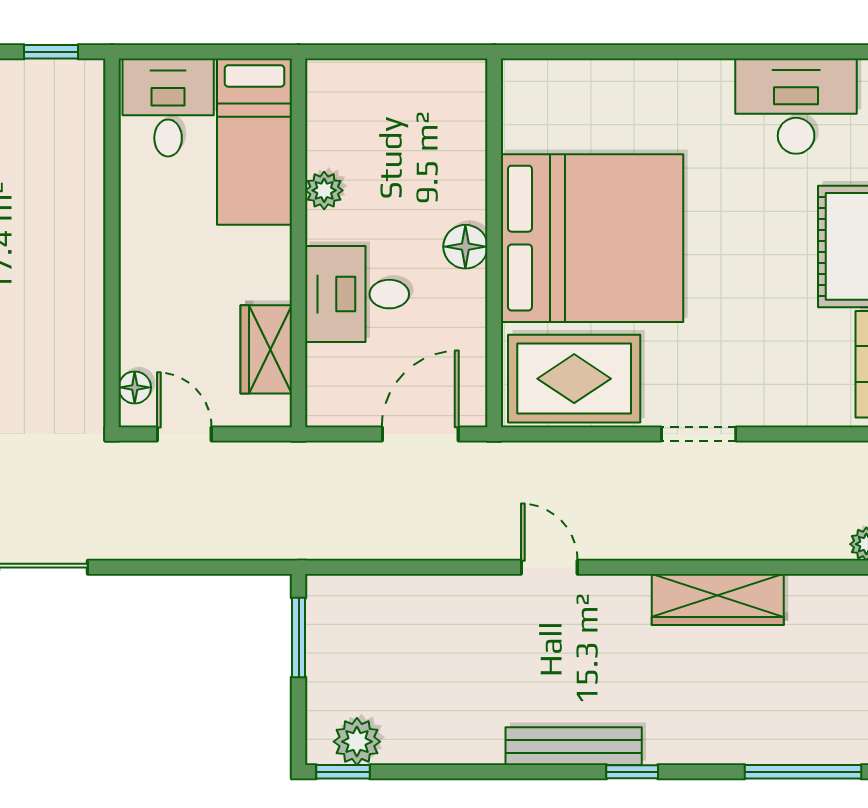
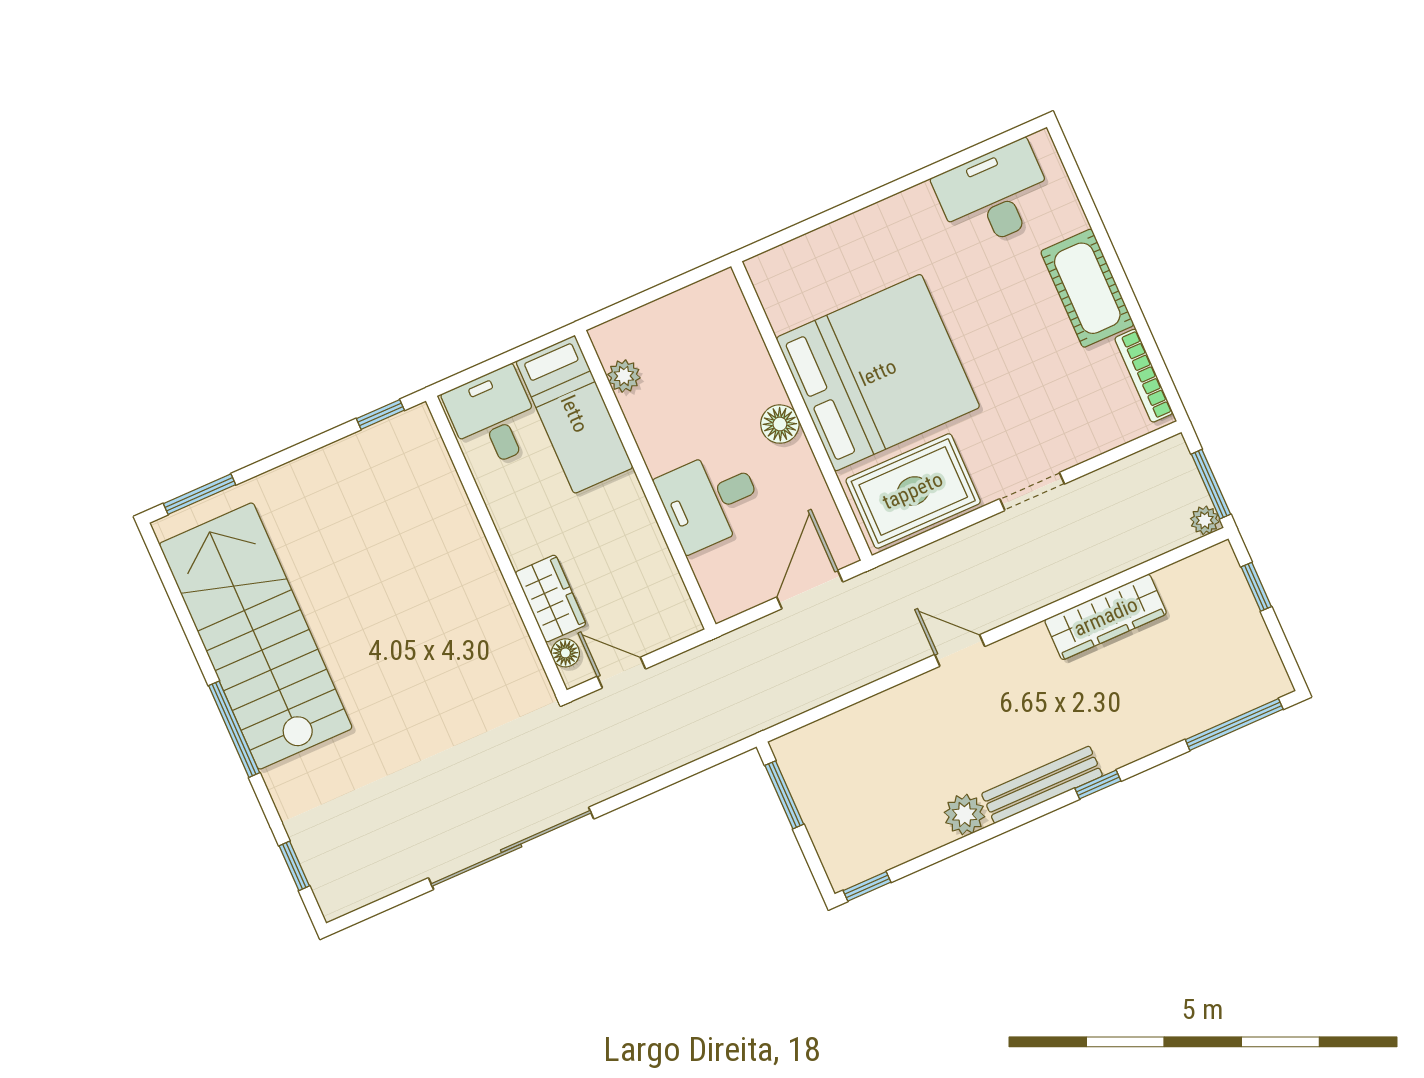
plant: (324, 190) -> (624, 376), moved
wardrobe: (266, 349) -> (551, 599), moved, turned 180
plant: (357, 742) -> (965, 815), moved

